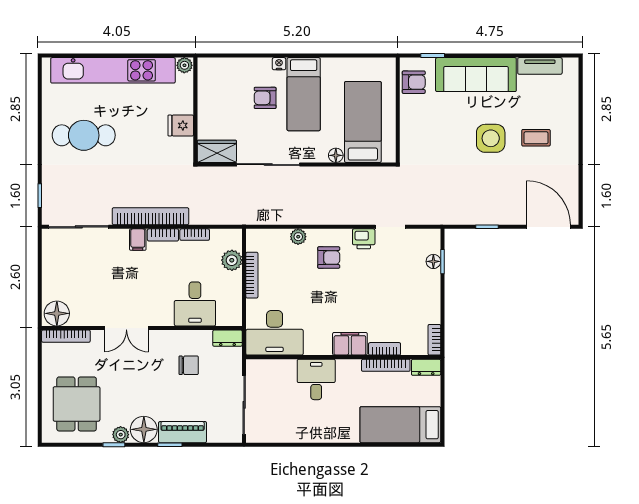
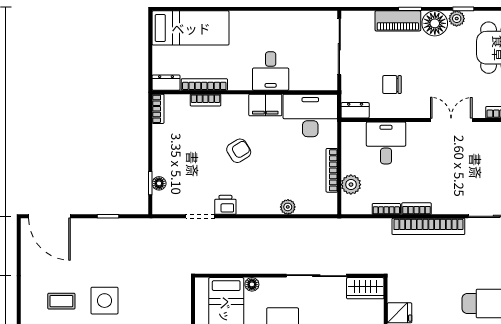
filing cabinet: (138, 240) -> (440, 204), removed
armchair: (329, 258) -> (239, 151), moved, turned 148
filing cabinet: (350, 344) -> (265, 105), moved

